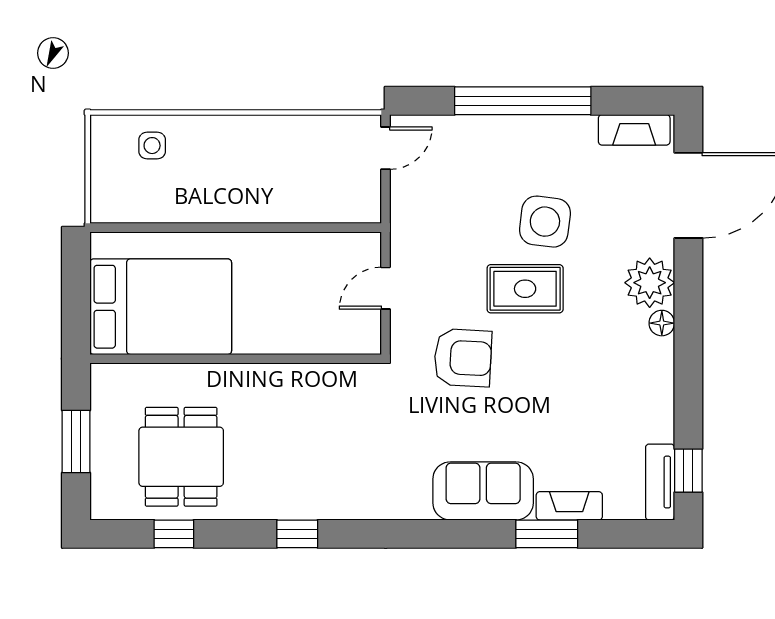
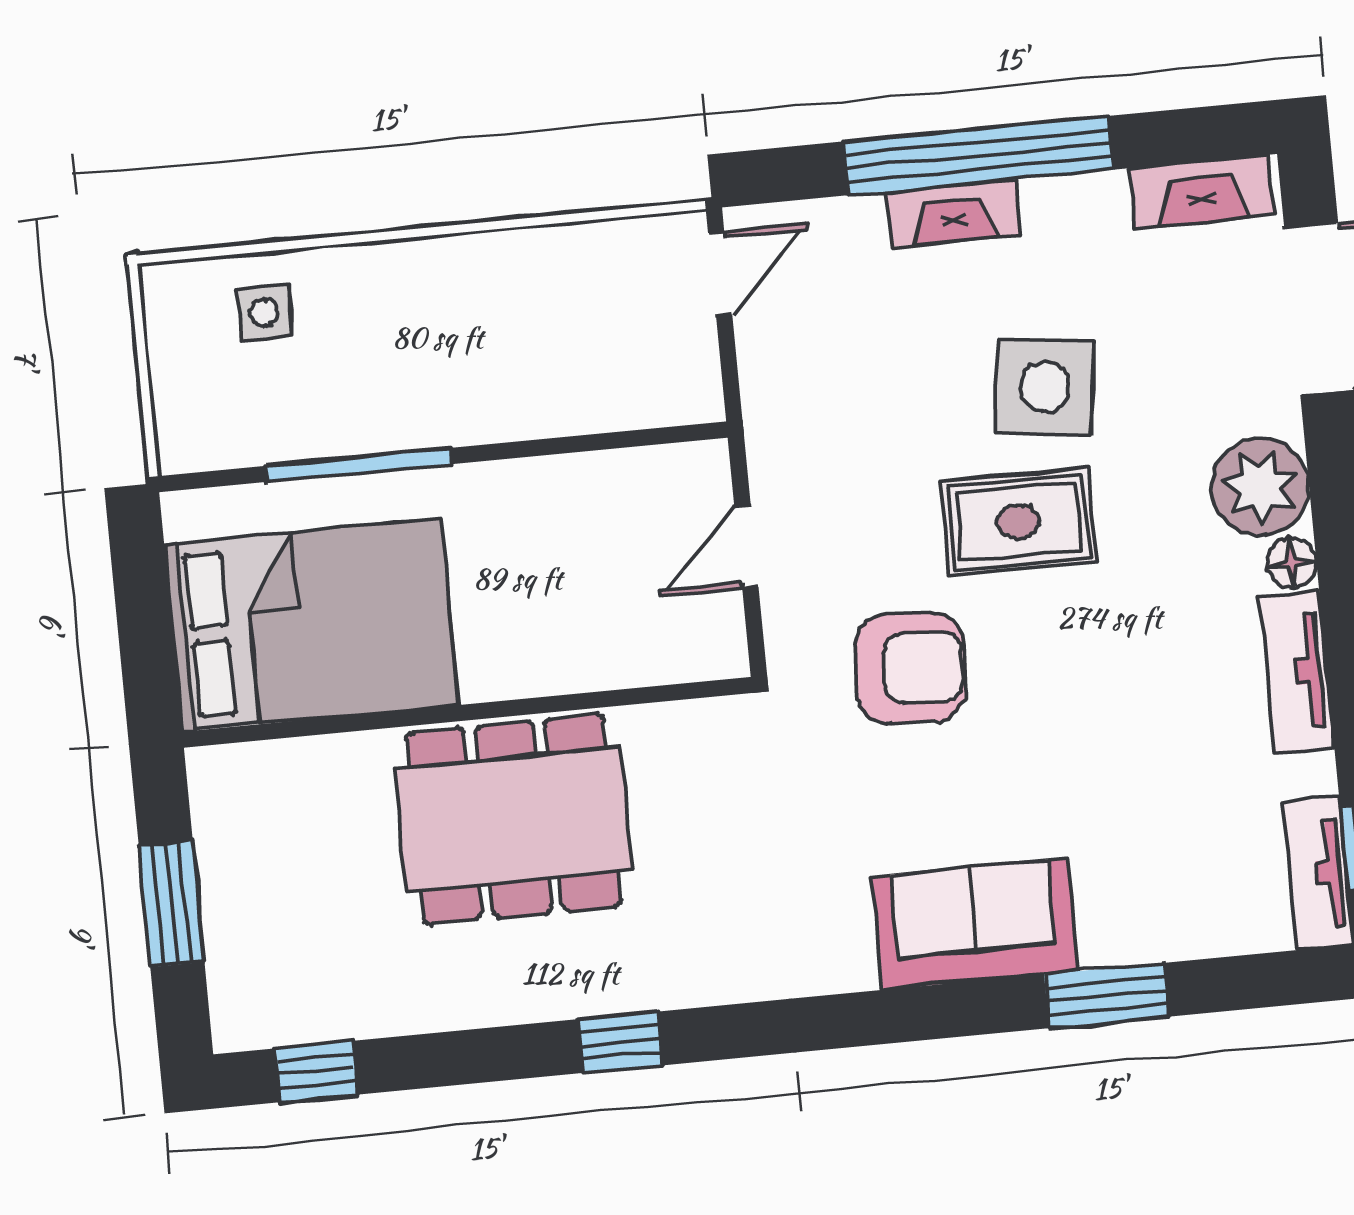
window: (193, 228) -> (359, 465), added
tv unit: (659, 379) -> (1297, 672), added
dining table: (181, 457) -> (513, 819), moved, width x1.38
fireplace: (569, 506) -> (954, 213), moved, turned 180
window: (174, 534) -> (316, 1072), moved

